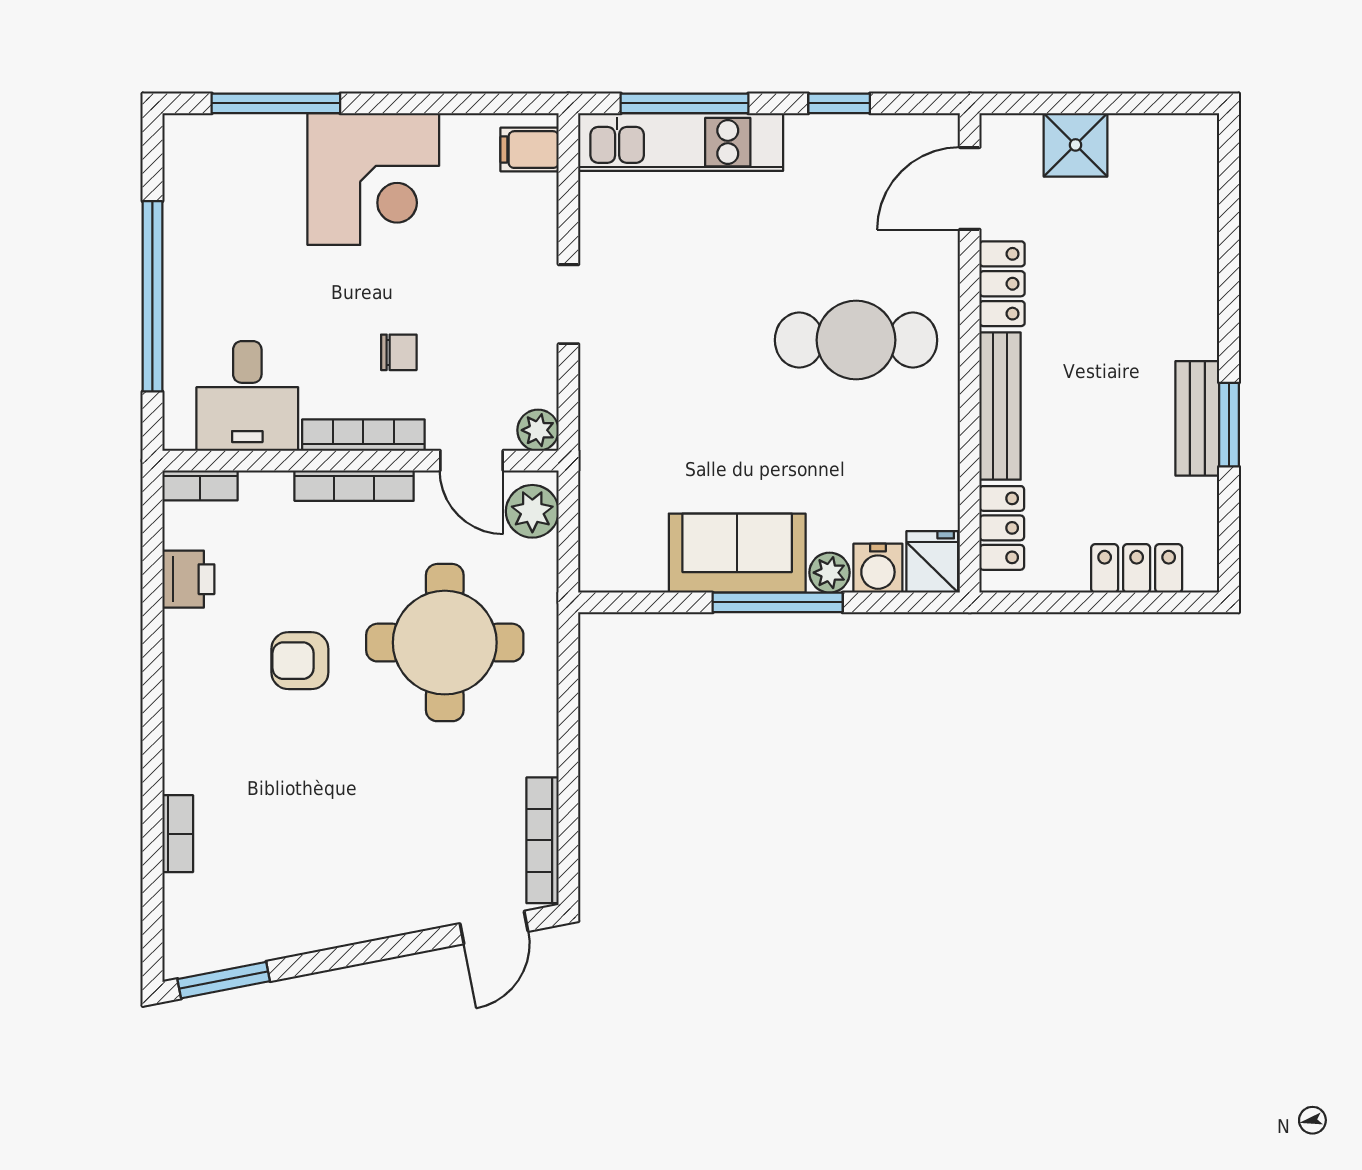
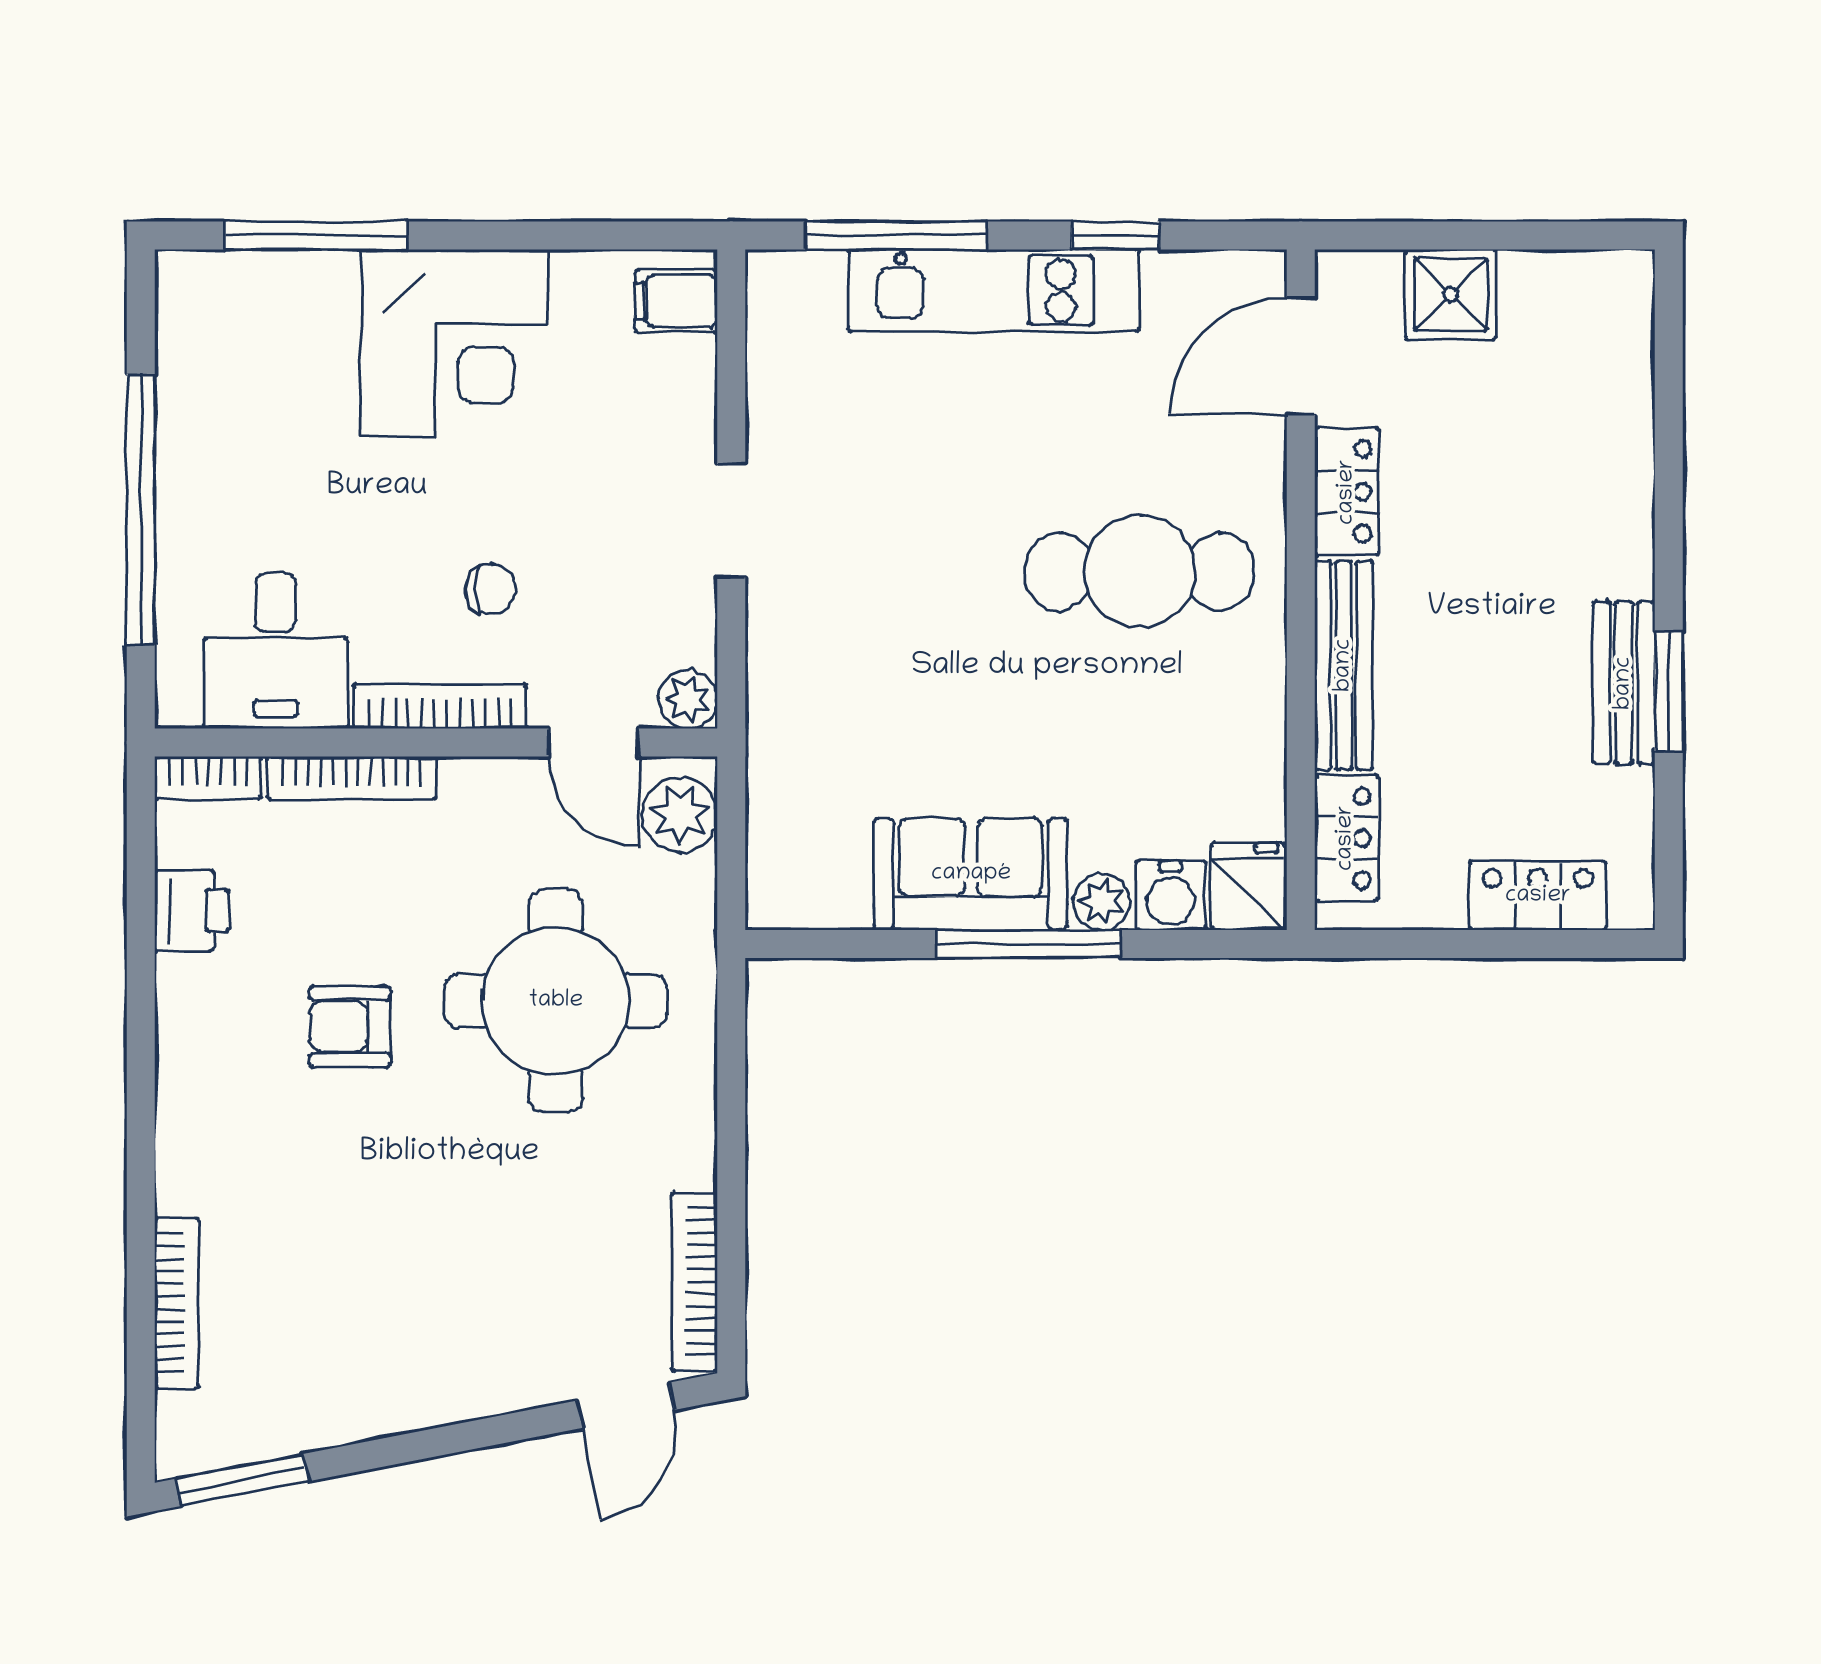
kitchen unit: (681, 142) -> (994, 290), moved
bookcase: (354, 486) -> (352, 778), moved
bookcase: (178, 834) -> (177, 1303), width x1.56

